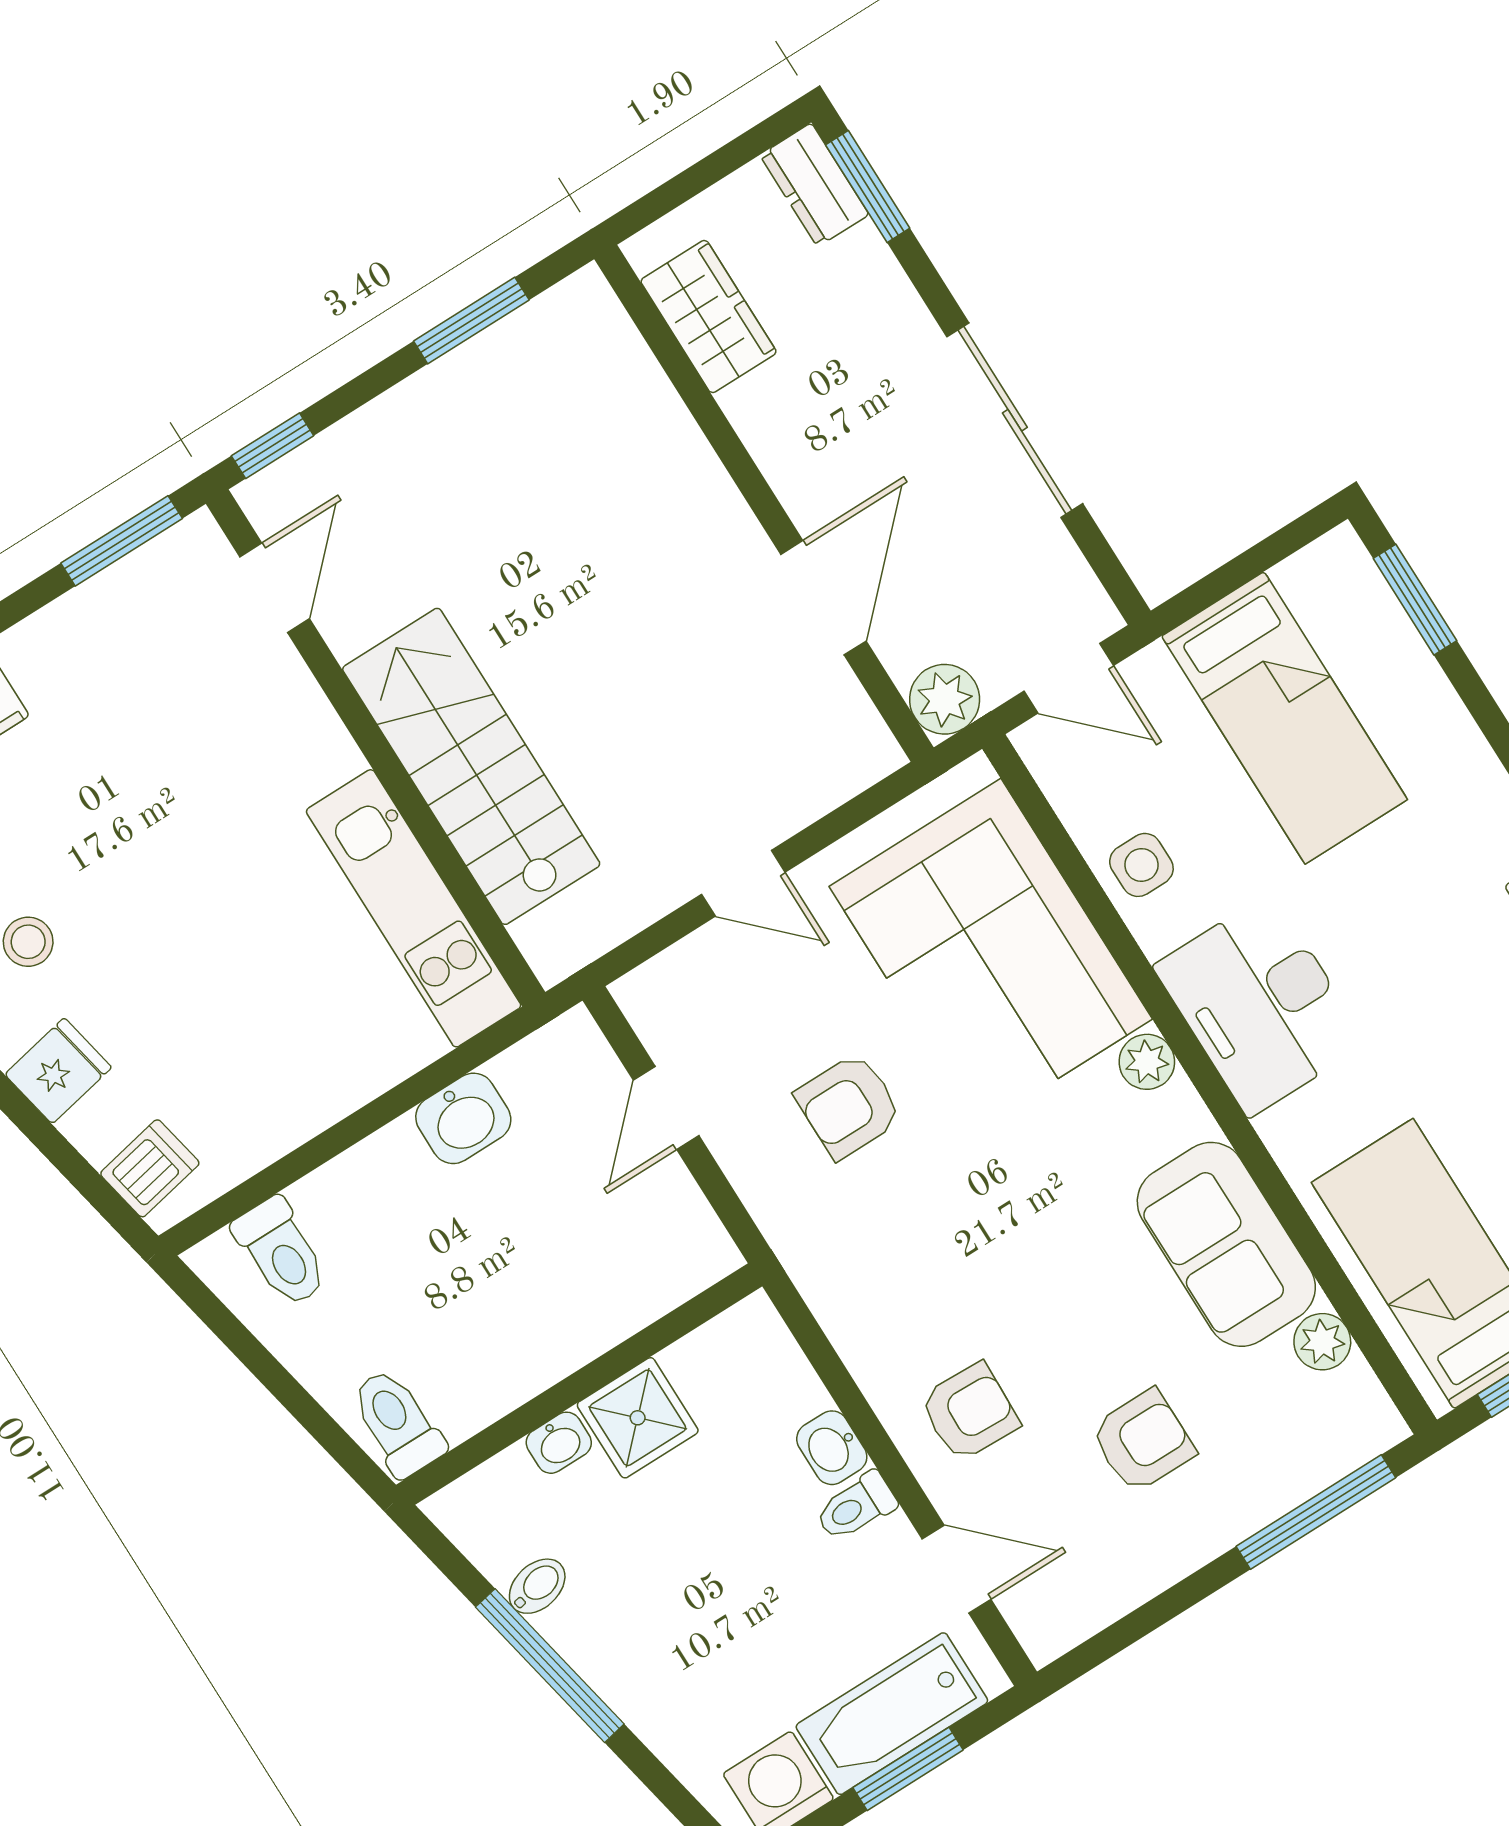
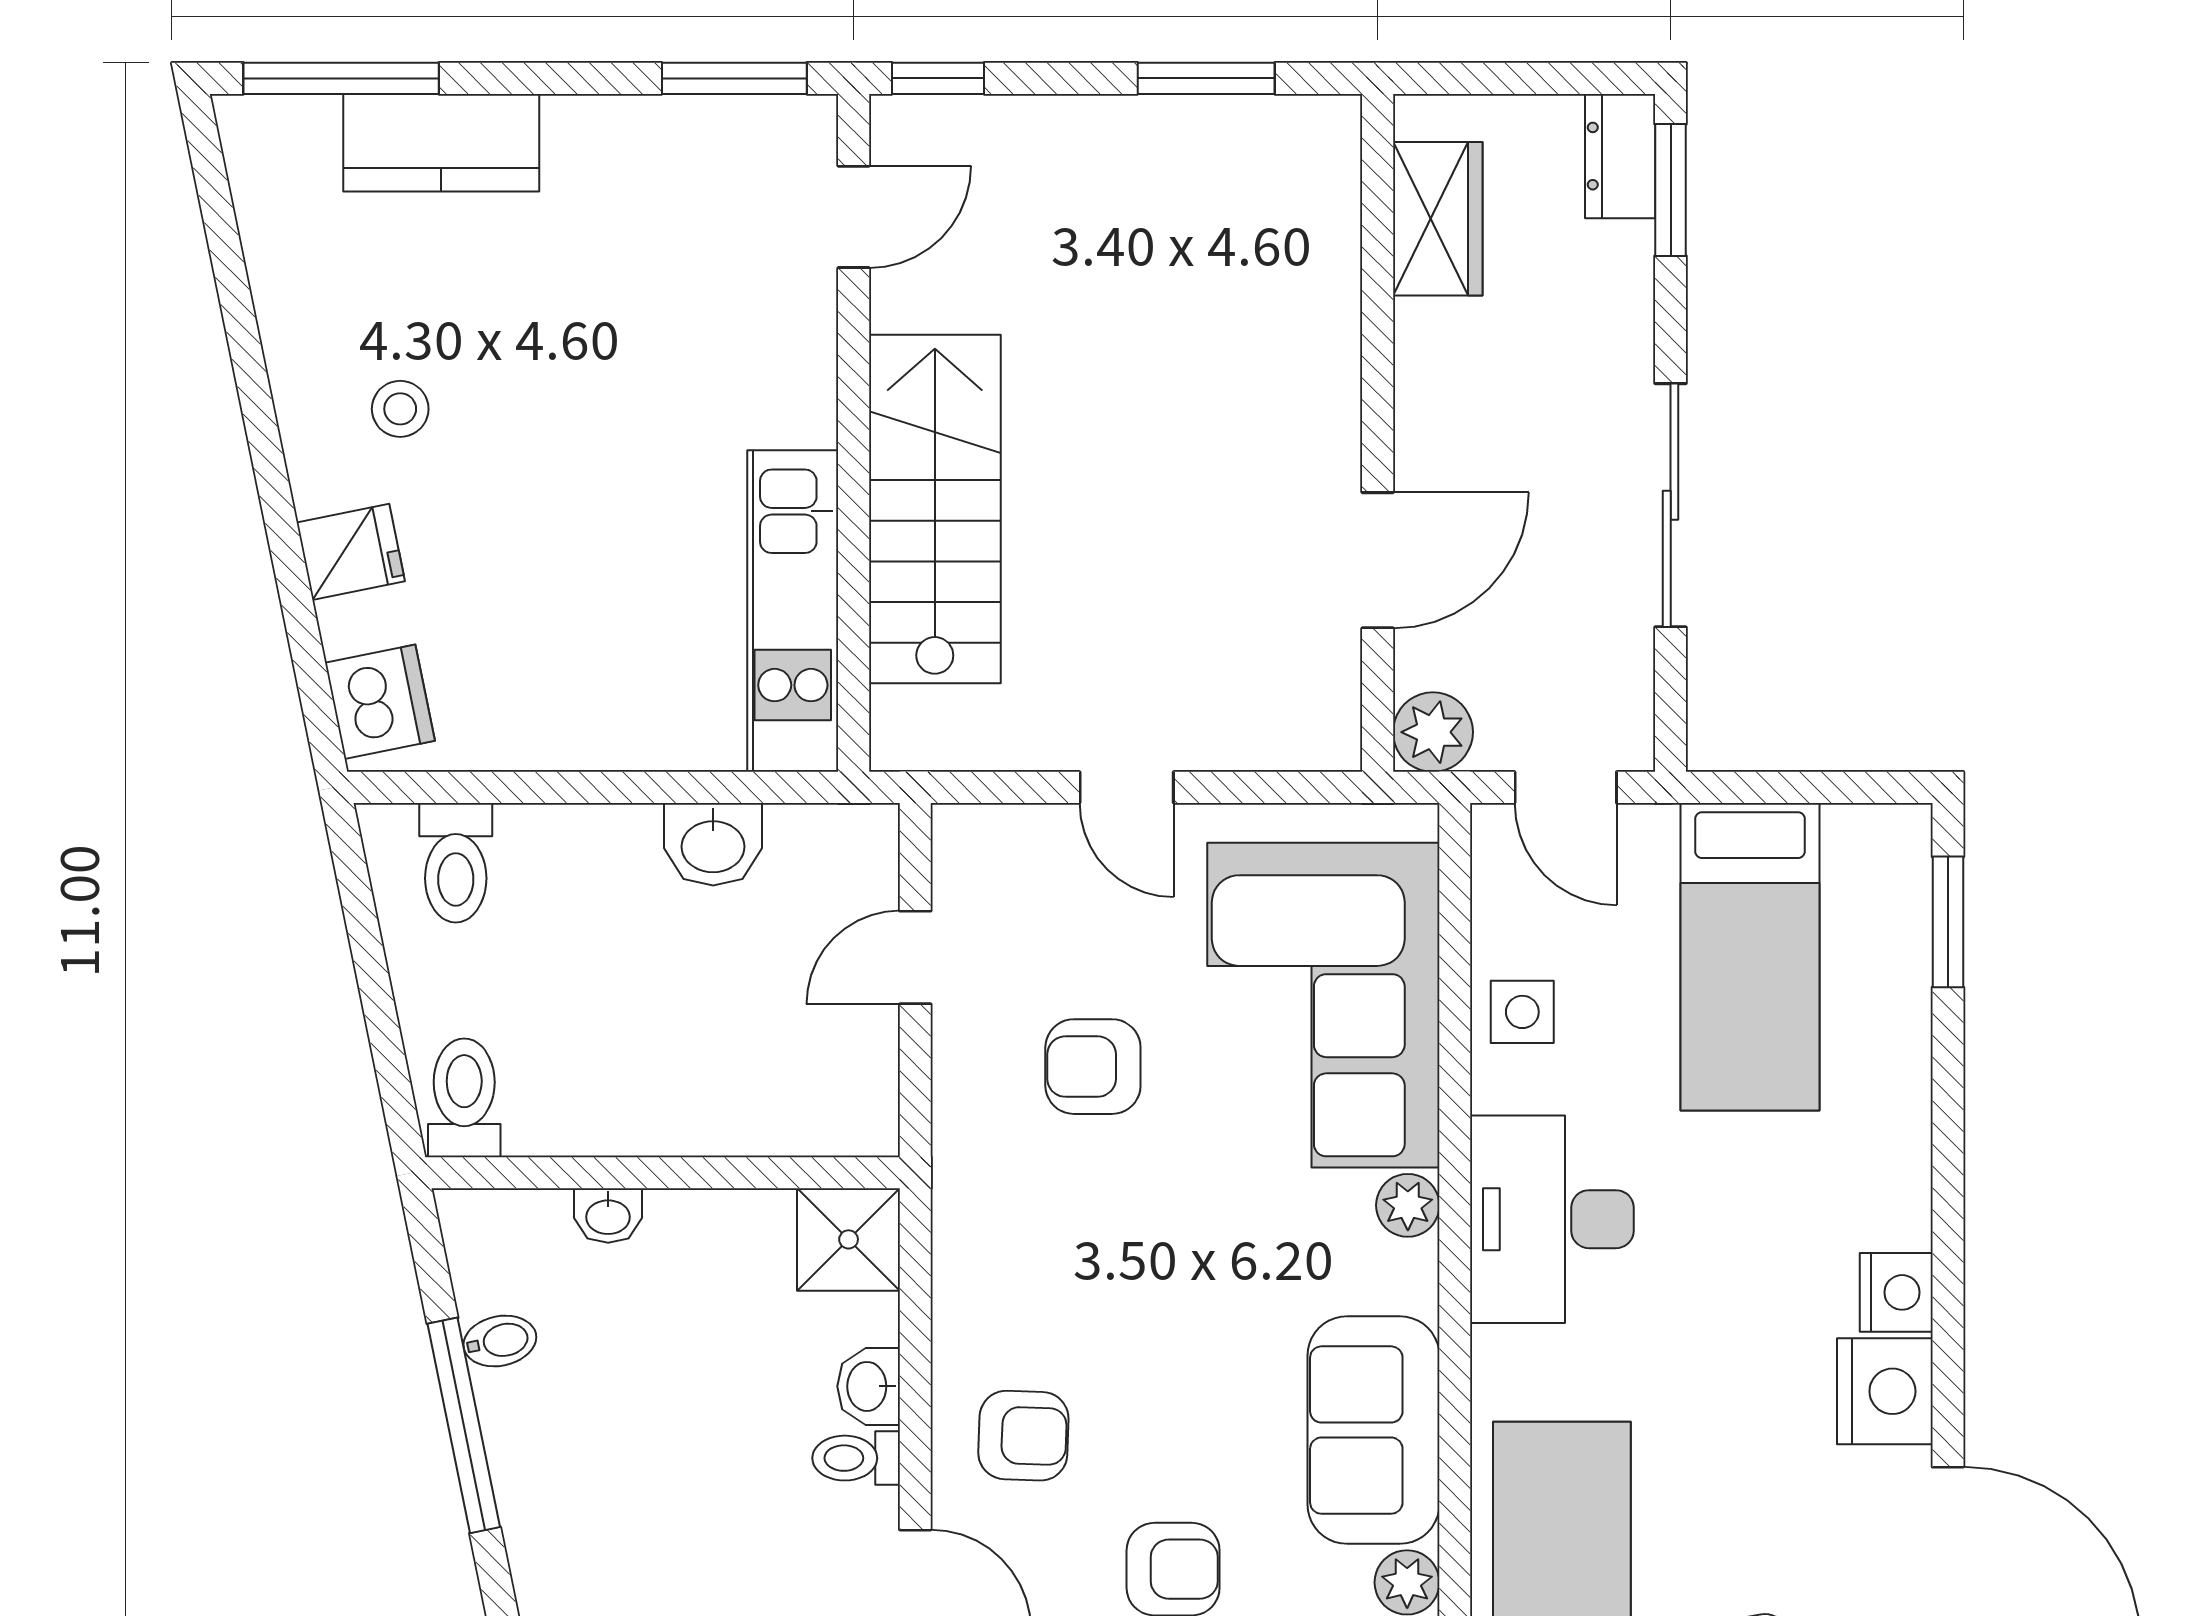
dishwasher: (150, 1168) -> (380, 702), width x1.38
shower: (638, 1418) -> (849, 1239), moved

